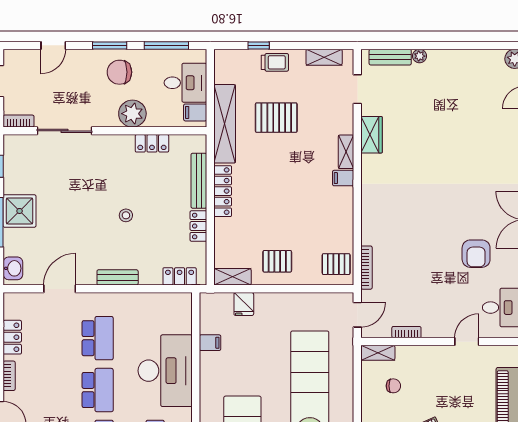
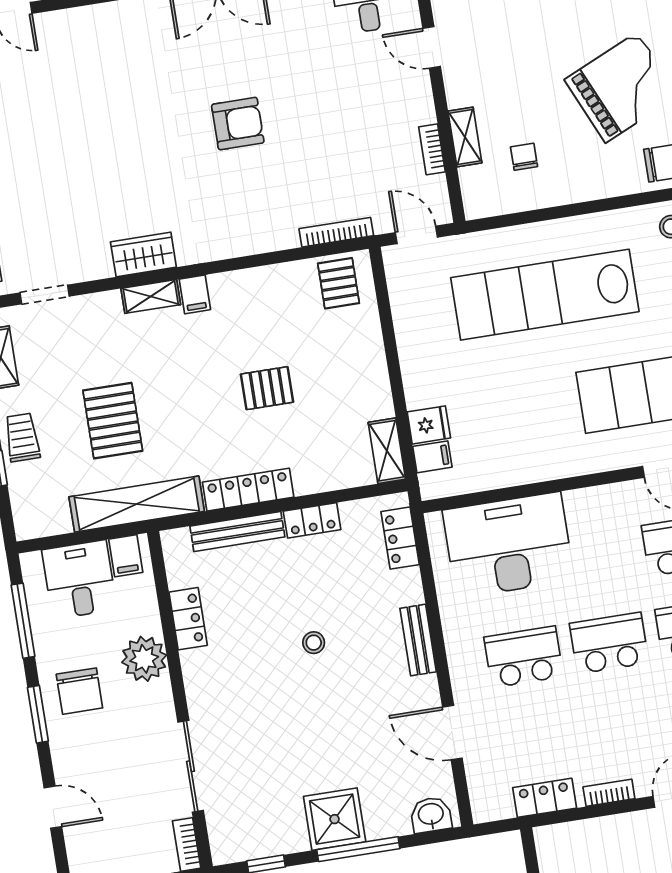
wardrobe: (372, 135) -> (143, 254), moved
armchair: (476, 254) -> (238, 124), moved
pallet: (277, 261) -> (267, 388), moved, turned 90
filing cabinet: (210, 343) -> (432, 457), moved, turned 90
shelving: (378, 353) -> (465, 137), moved
desk: (165, 371) -> (508, 545), moved

